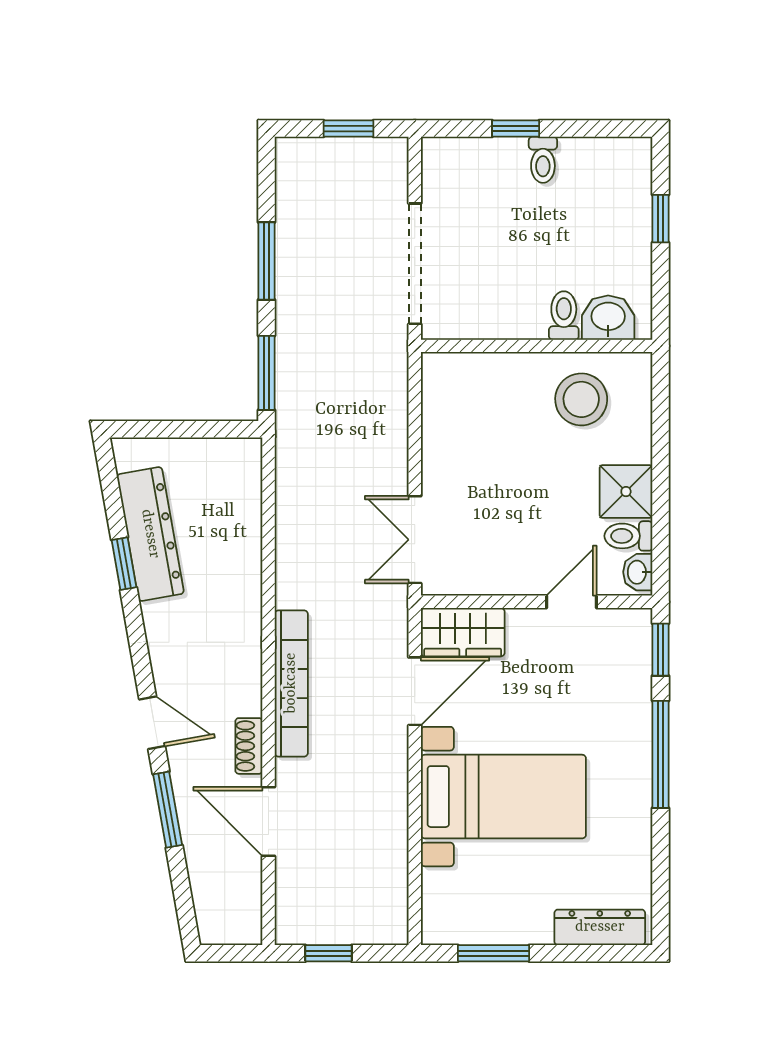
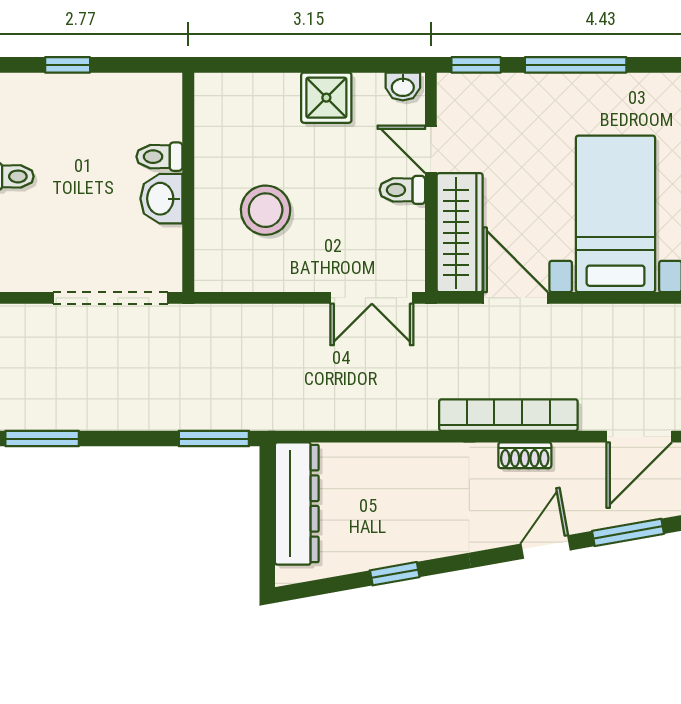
window: (267, 261) -> (42, 439), moved
washbasin: (608, 318) -> (161, 199), moved
stool: (581, 399) -> (266, 210), moved
dresser: (150, 534) -> (297, 504), moved, turned 100
toilet: (628, 536) -> (402, 190), moved, turned 90
wardrobe: (463, 632) -> (460, 233), width x1.50
shoe rack: (249, 746) -> (525, 455), moved

